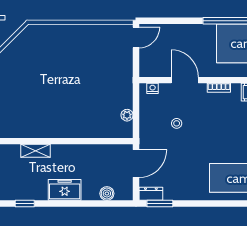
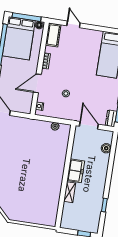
freezer: (65, 190) -> (76, 171), moved, turned 180

